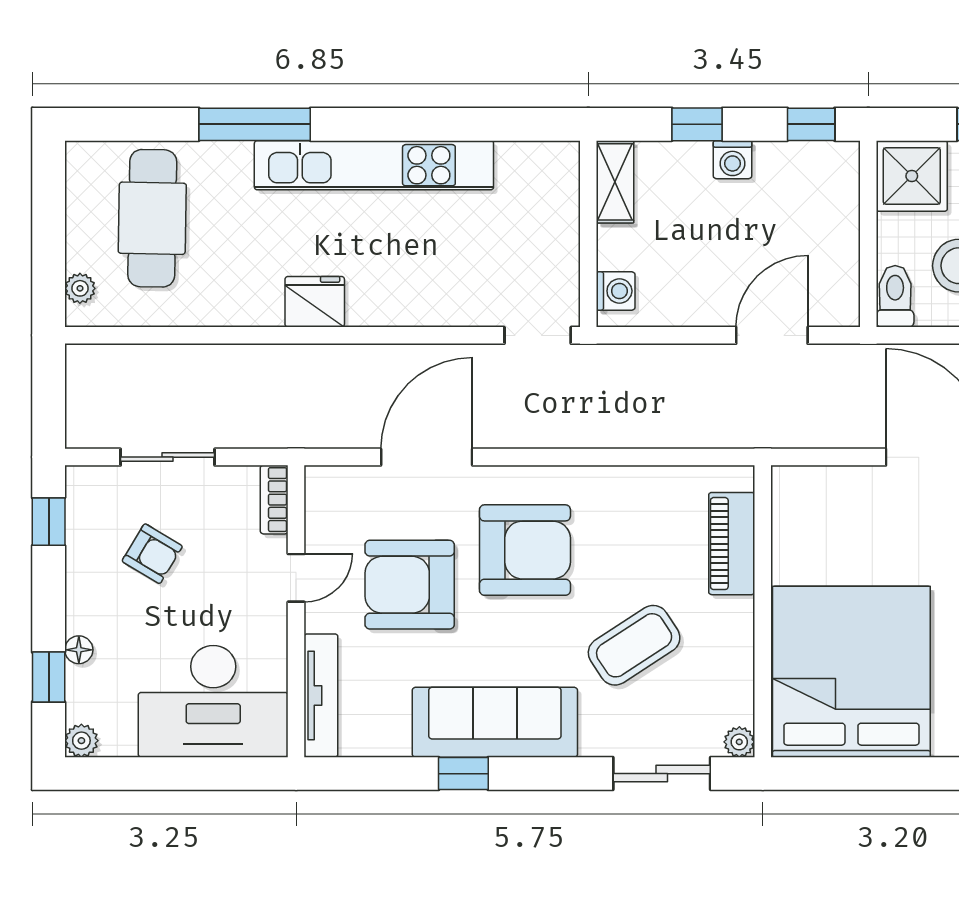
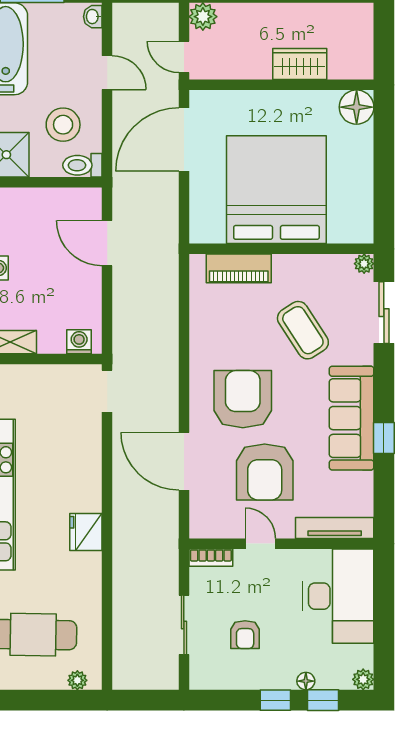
window: (49, 522) -> (275, 700), moved
armchair: (152, 554) -> (245, 635), turned 149
bed: (851, 672) -> (276, 190), moved, turned 90

